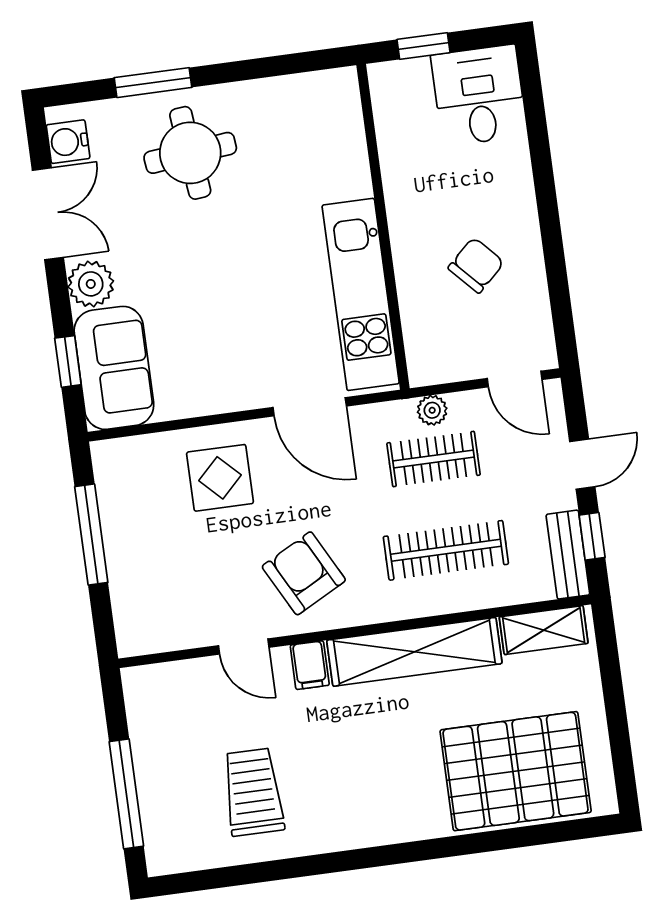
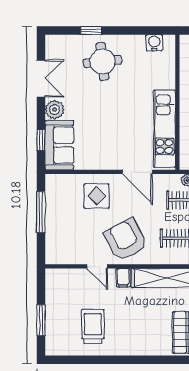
window: (153, 83) -> (91, 31), width x0.67
water cooler: (68, 142) -> (154, 43), moved, turned 90
armchair: (304, 573) -> (126, 240), width x1.36, depth x1.36
window: (126, 794) -> (41, 320), width x0.69

